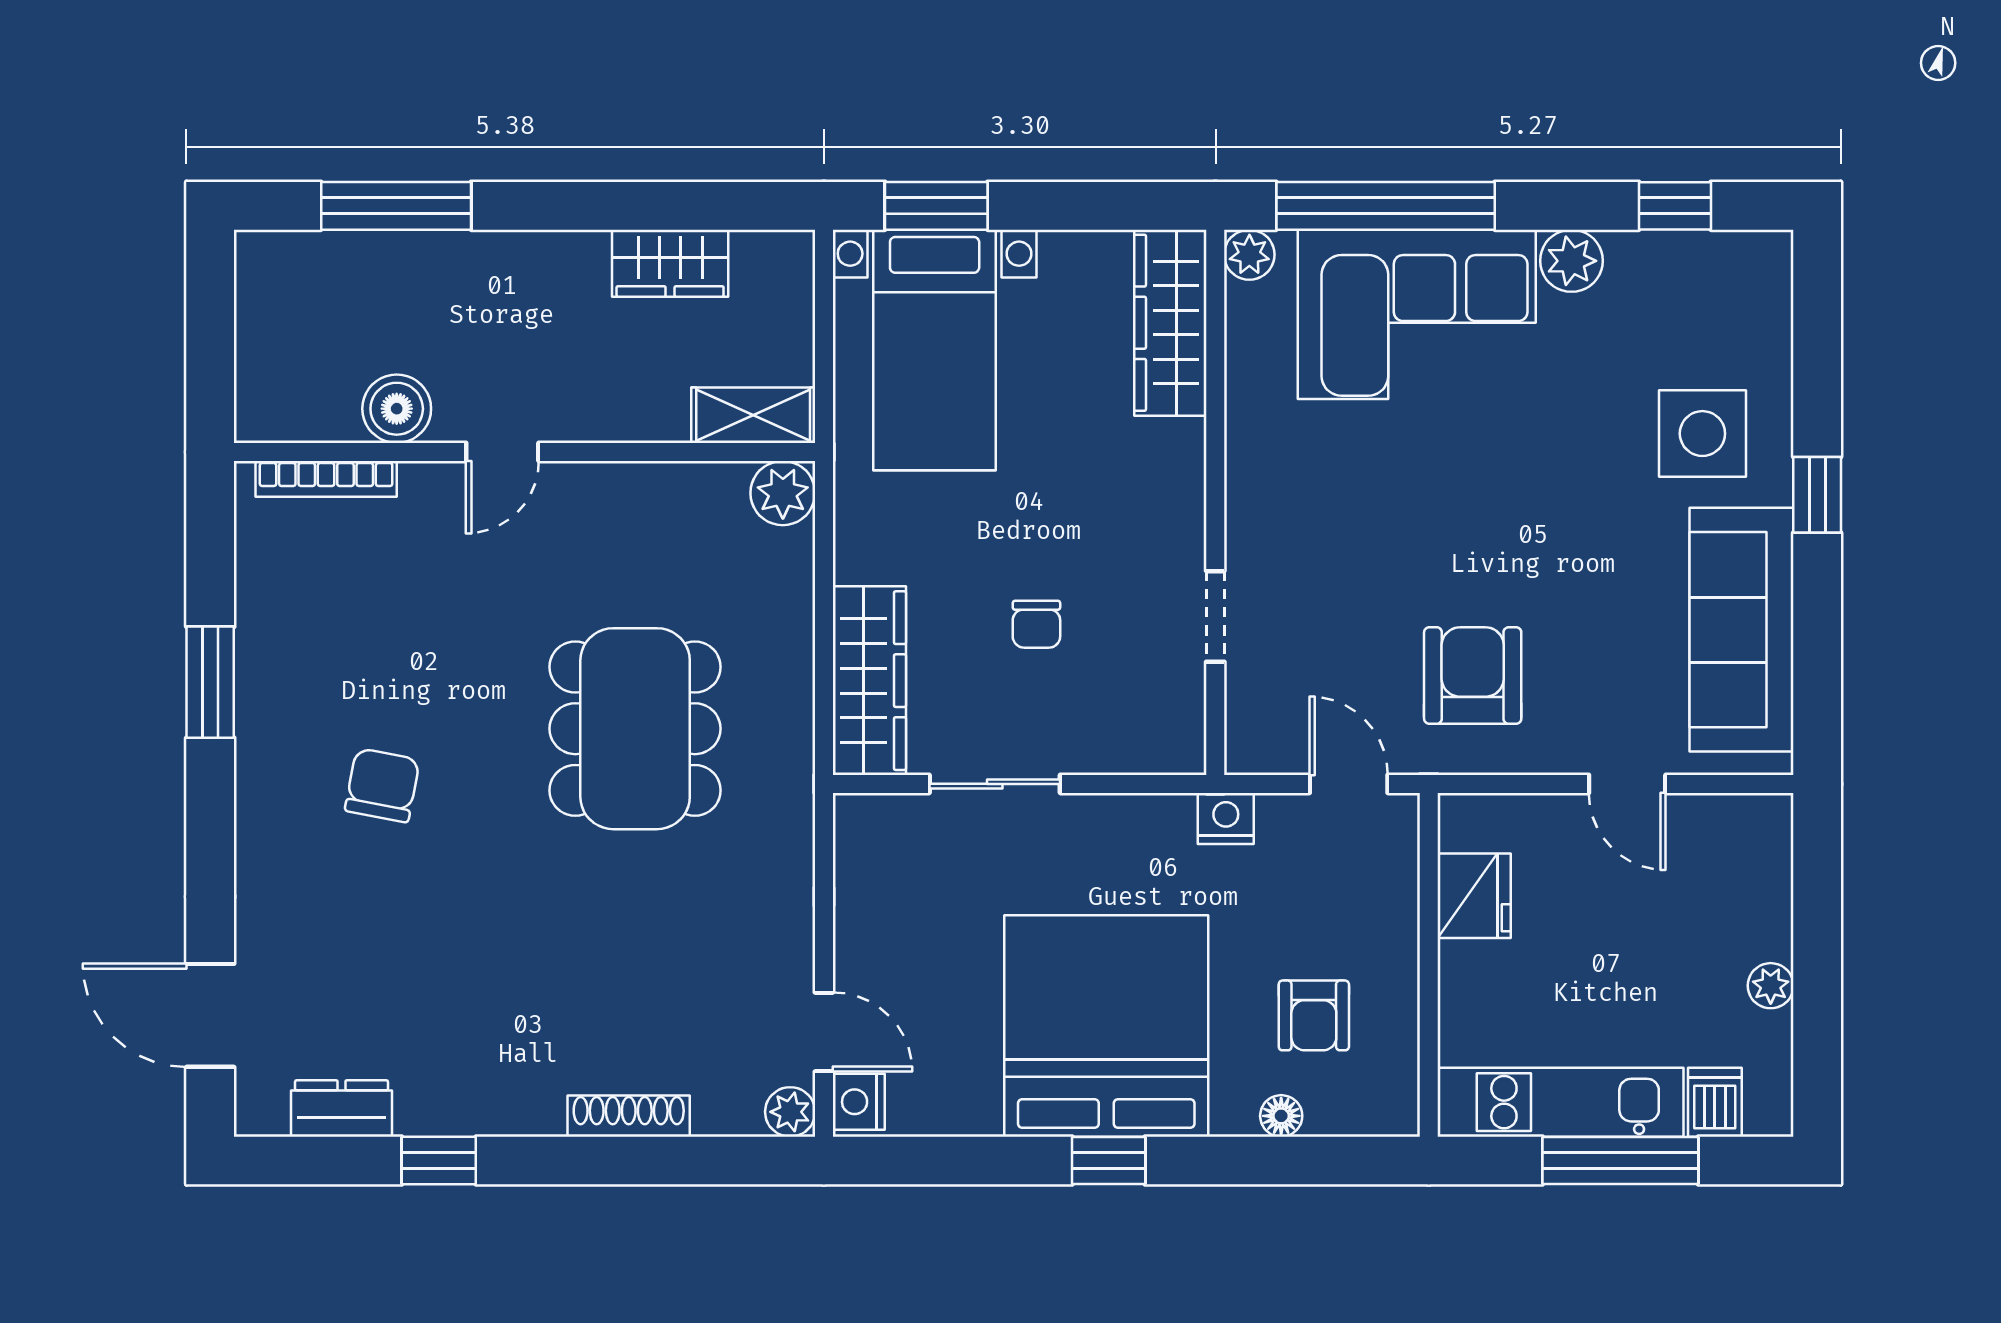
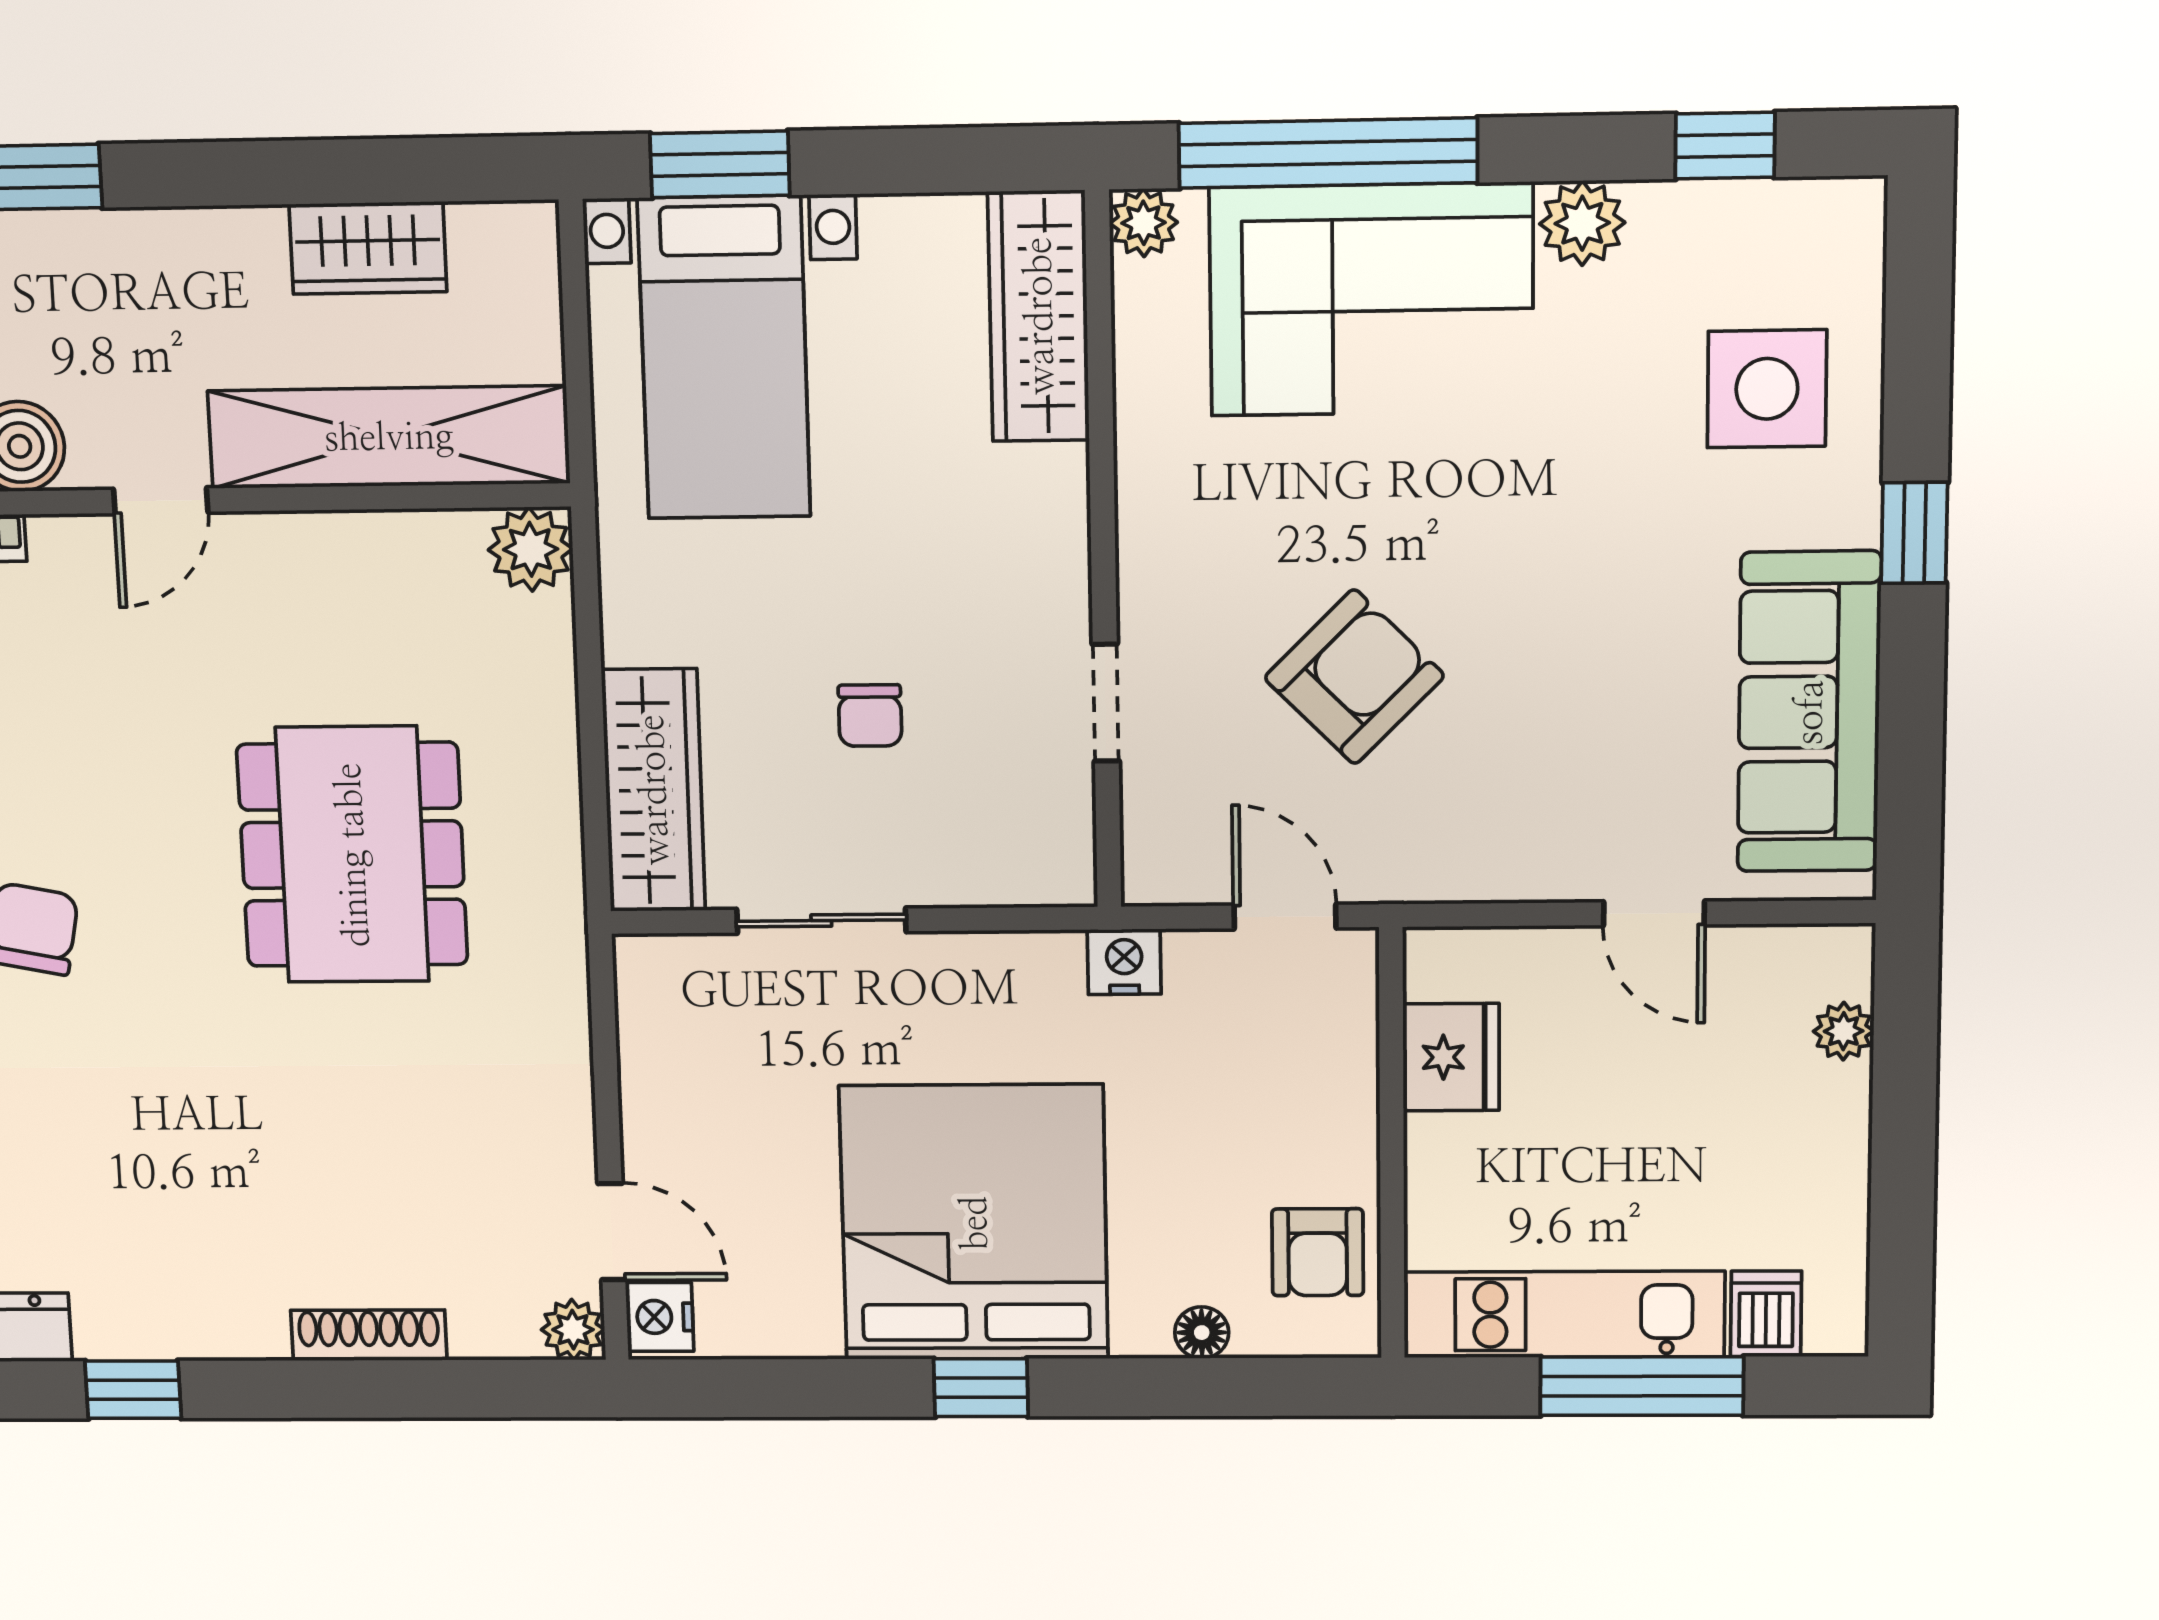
shelving: (753, 415) -> (389, 437), width x2.20, depth x1.33
side table: (1702, 434) -> (1767, 389), moved
armchair: (1473, 676) -> (1354, 677), moved, turned 45
plant: (1771, 986) -> (1844, 1031), moved
armchair: (1314, 1015) -> (1318, 1252), moved

